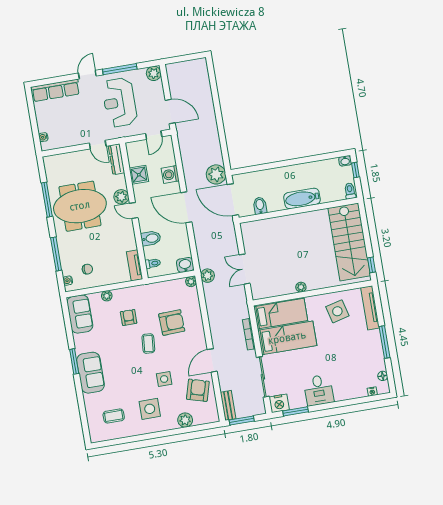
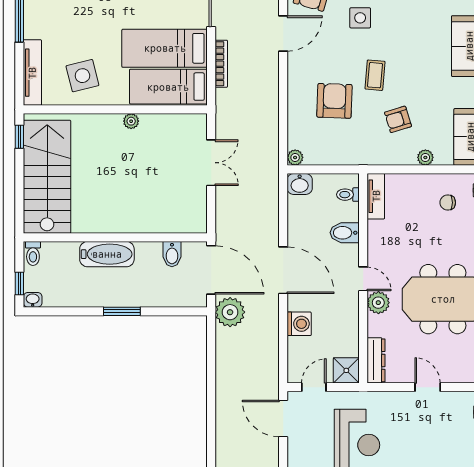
door: (98, 145) -> (428, 387), moved
window: (286, 163) -> (122, 311), added
shower: (139, 175) -> (346, 370), moved
plant: (207, 276) -> (269, 162), removed
armchair: (129, 317) -> (398, 119), turned 73
armchair: (172, 322) -> (334, 101), turned 94

